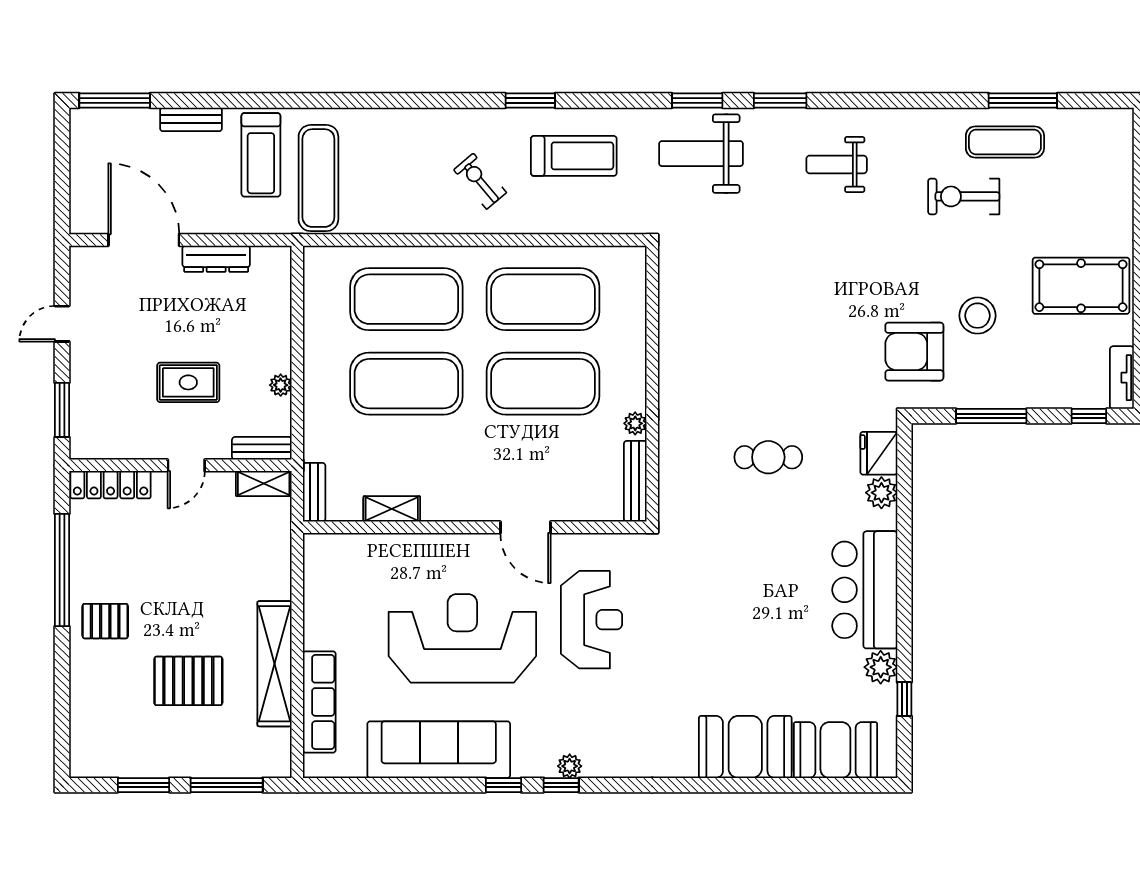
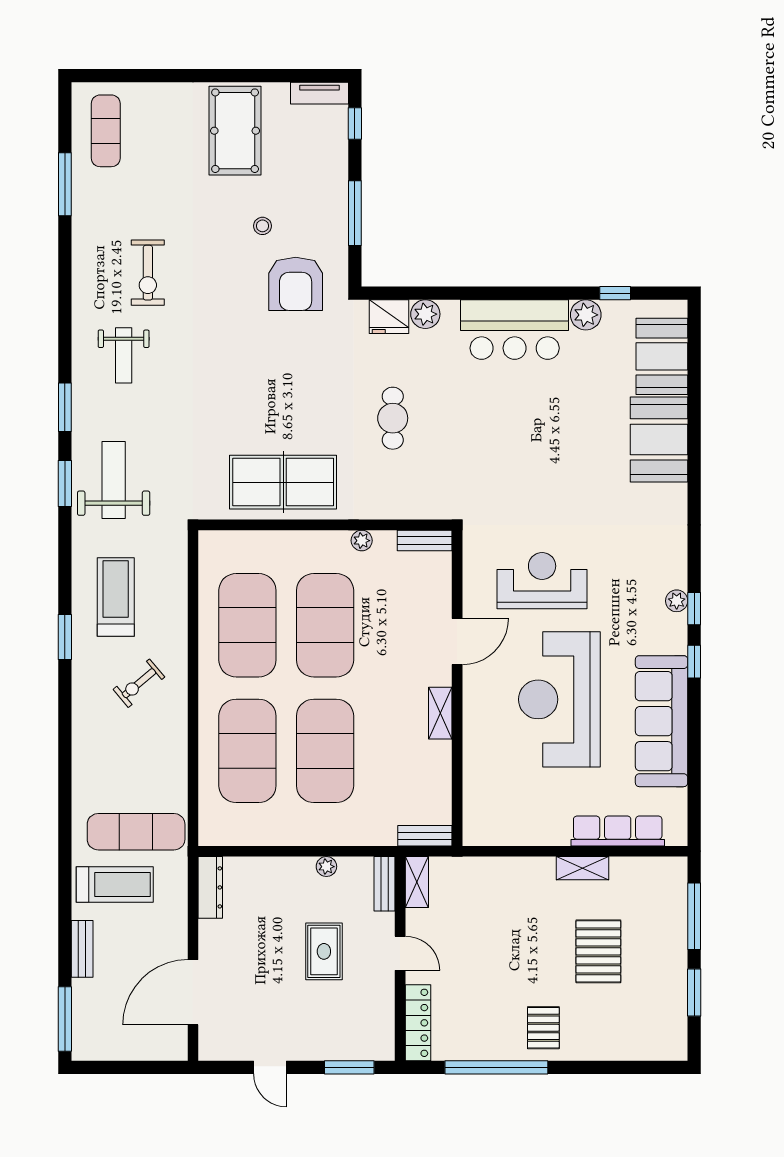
exercise mat: (1005, 142) -> (106, 131), moved
weight bench: (701, 154) -> (114, 480), turned 180
exercise bike: (964, 196) -> (148, 273), moved
dresser: (216, 259) -> (210, 887), moved
stool: (977, 316) -> (262, 226), width x0.53, depth x0.53
table tennis table: (699, 338) -> (283, 482), added
bench: (635, 481) -> (425, 540), width x0.73
shelving: (392, 509) -> (440, 713), moved
shelving: (275, 664) -> (583, 868), width x0.45, depth x0.75

